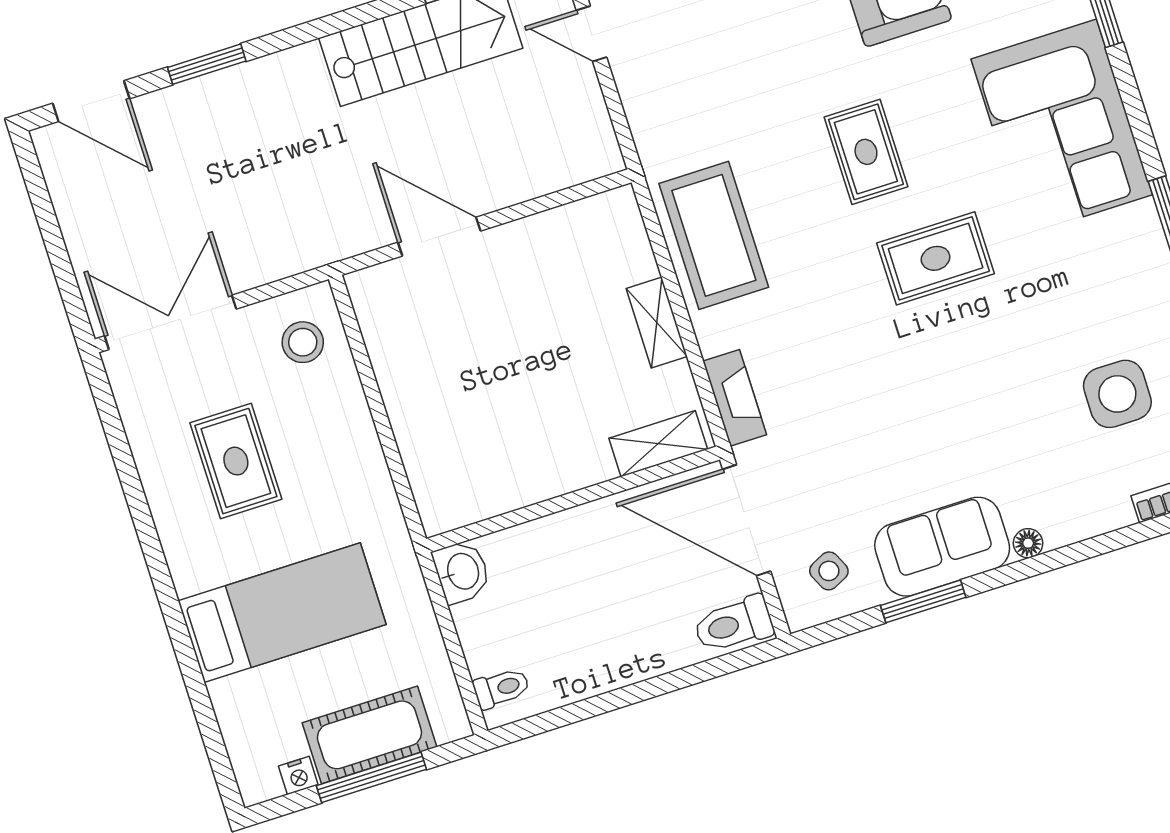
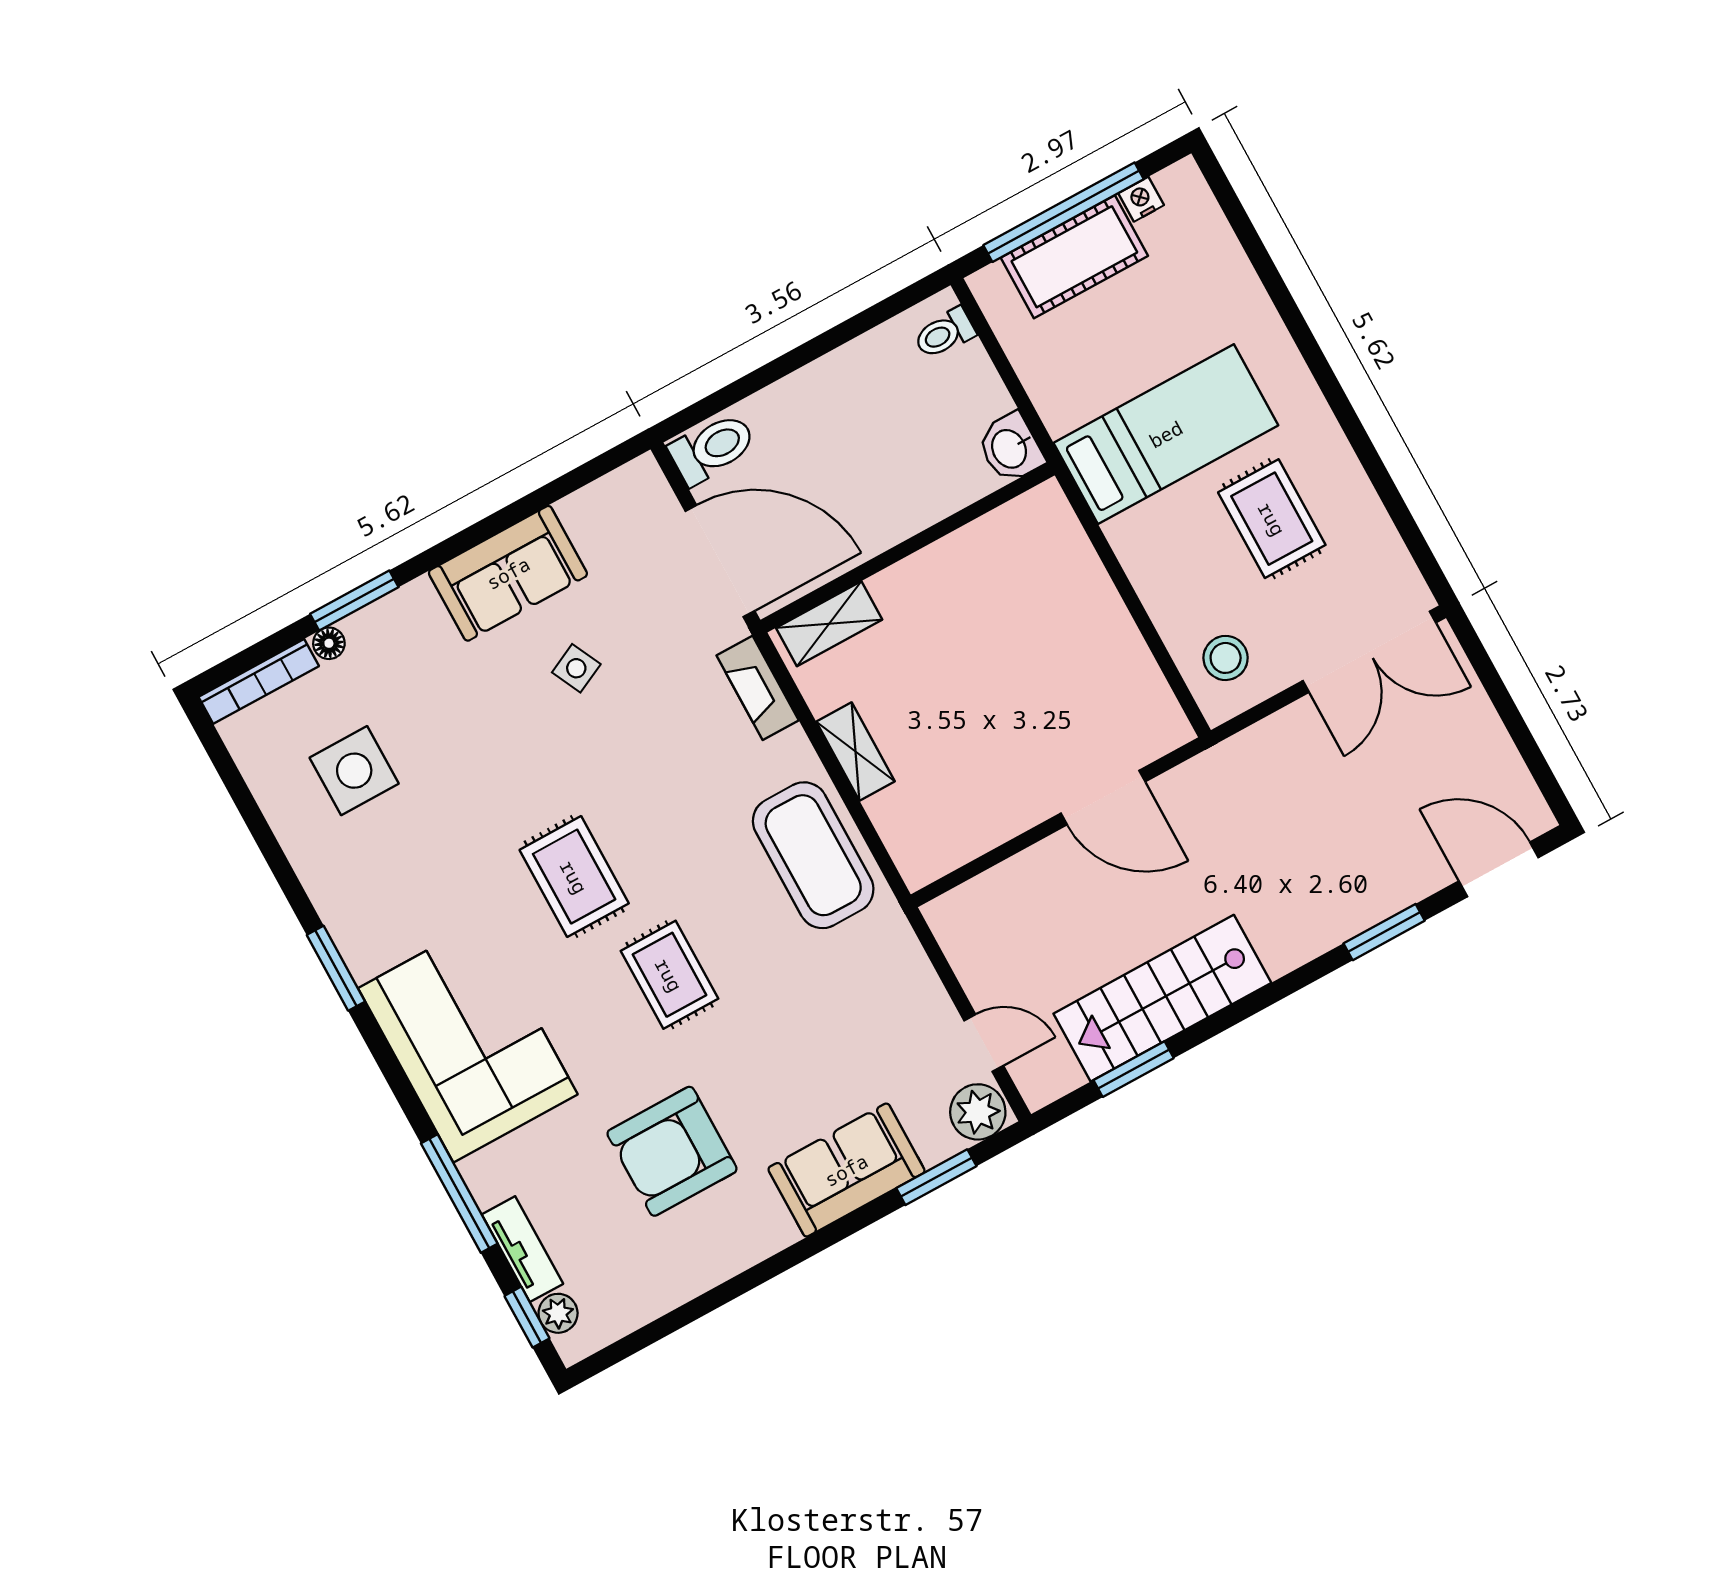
rug: (936, 258) -> (574, 877), turned 90
floor lamp: (1028, 543) -> (329, 643), moved
side table: (829, 571) -> (576, 668), moved
window: (923, 601) -> (354, 601), moved
bed: (282, 613) -> (1166, 434), moved, turned 180
window: (371, 777) -> (1064, 212), width x1.46

